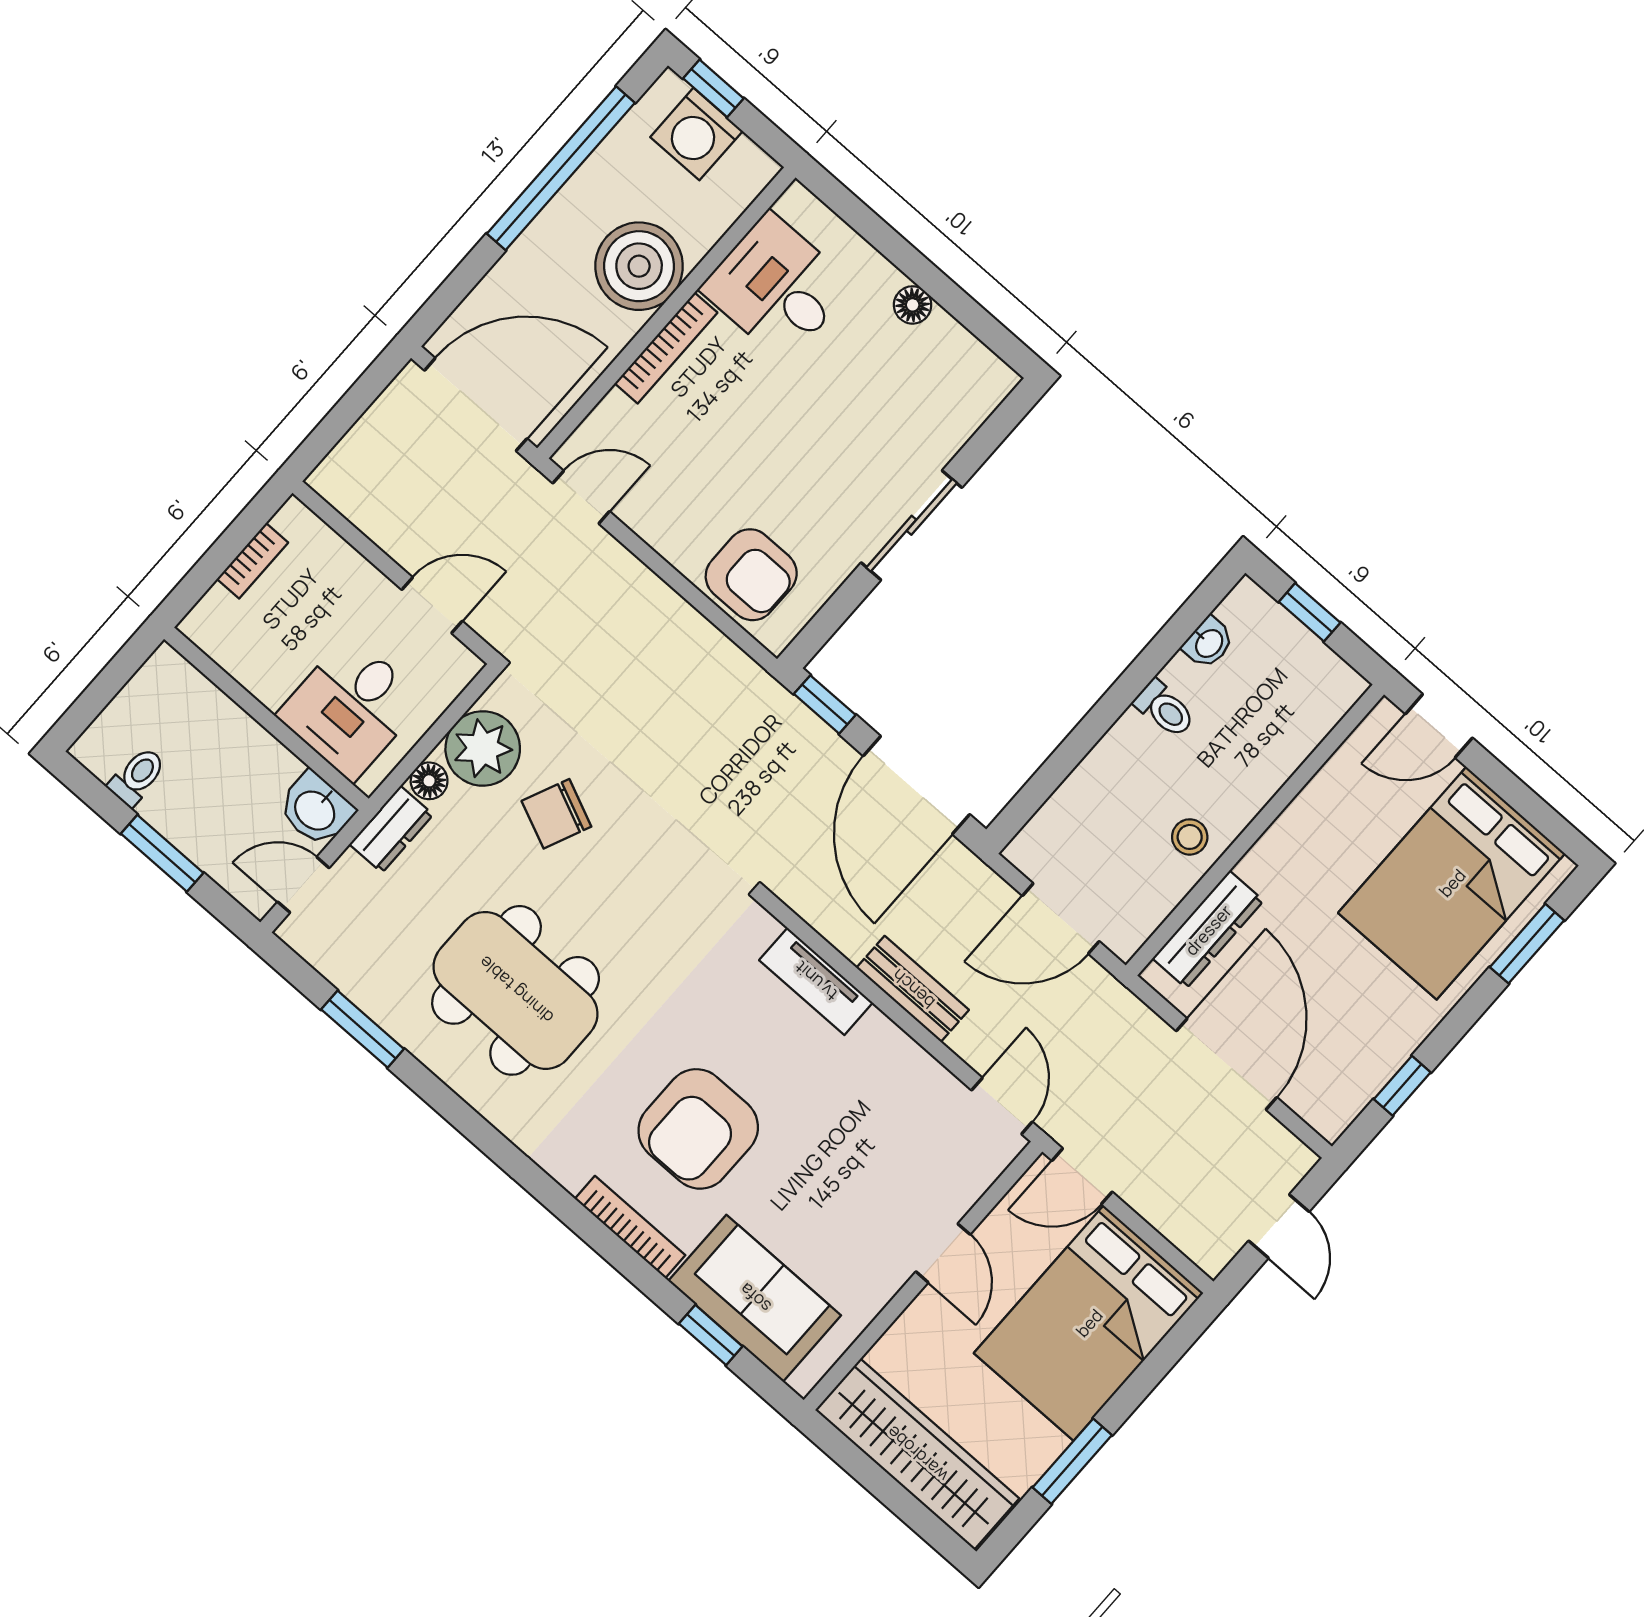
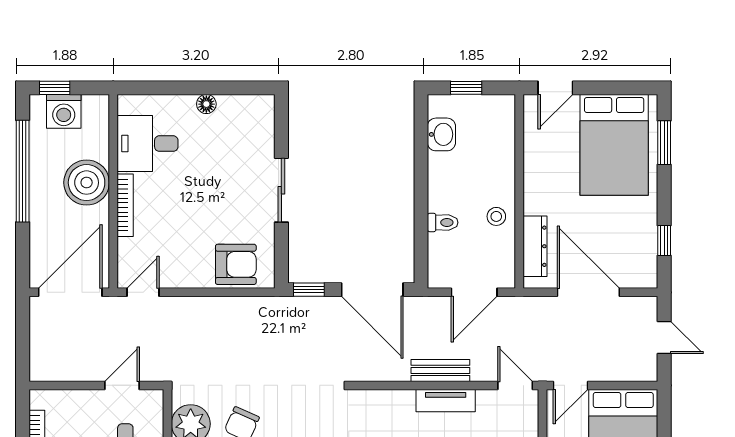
washbasin: (1208, 643) -> (441, 134), width x1.38, depth x1.45
toilet: (1165, 709) -> (443, 222), moved
tv unit: (816, 981) -> (446, 401), moved

